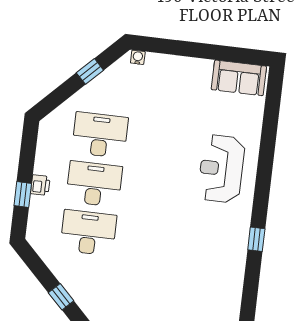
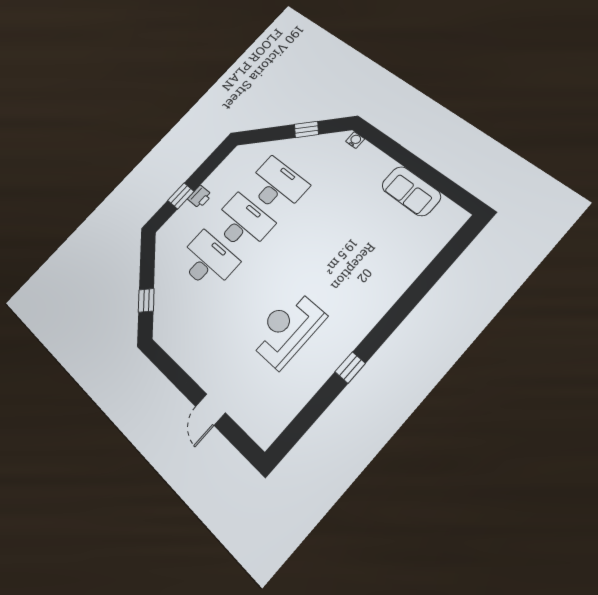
sofa: (239, 78) -> (411, 191), moved
reception desk: (221, 169) -> (287, 329), moved

